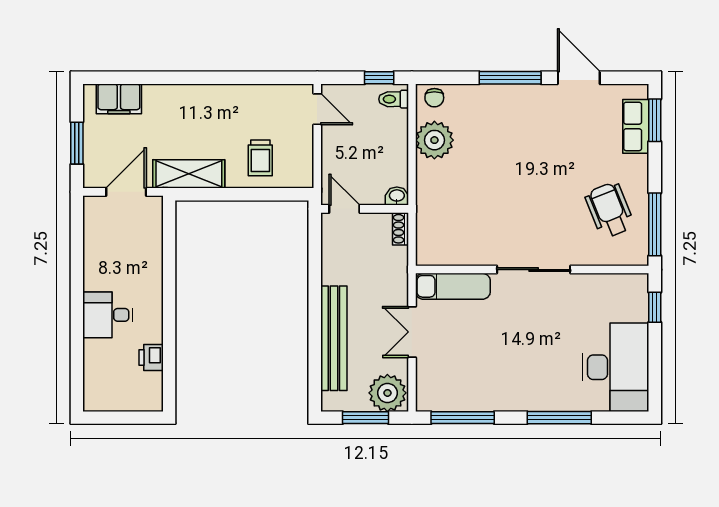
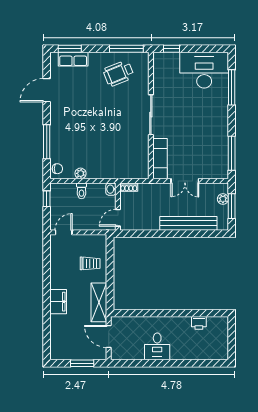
window: (510, 78) -> (47, 142), moved
filing cabinet: (119, 99) -> (58, 302), moved
toilet: (394, 99) -> (81, 191), moved
plant: (434, 140) -> (80, 173), width x0.53, depth x0.53
desk: (108, 315) -> (157, 346), moved
plant: (387, 393) -> (223, 199), width x0.53, depth x0.53
window: (559, 418) -> (232, 87), moved

